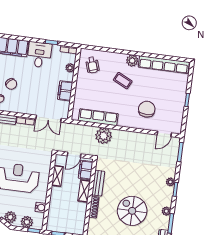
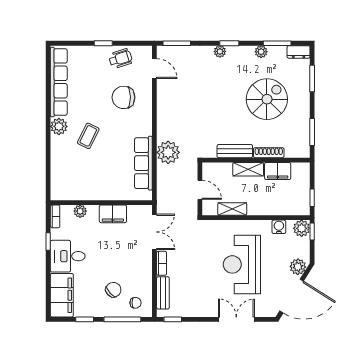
wheelchair: (92, 65) -> (120, 59), moved
filing cabinet: (86, 170) -> (278, 171), moved
spiral stairs: (132, 211) -> (267, 99), turned 180
plant: (27, 222) -> (302, 228), moved

